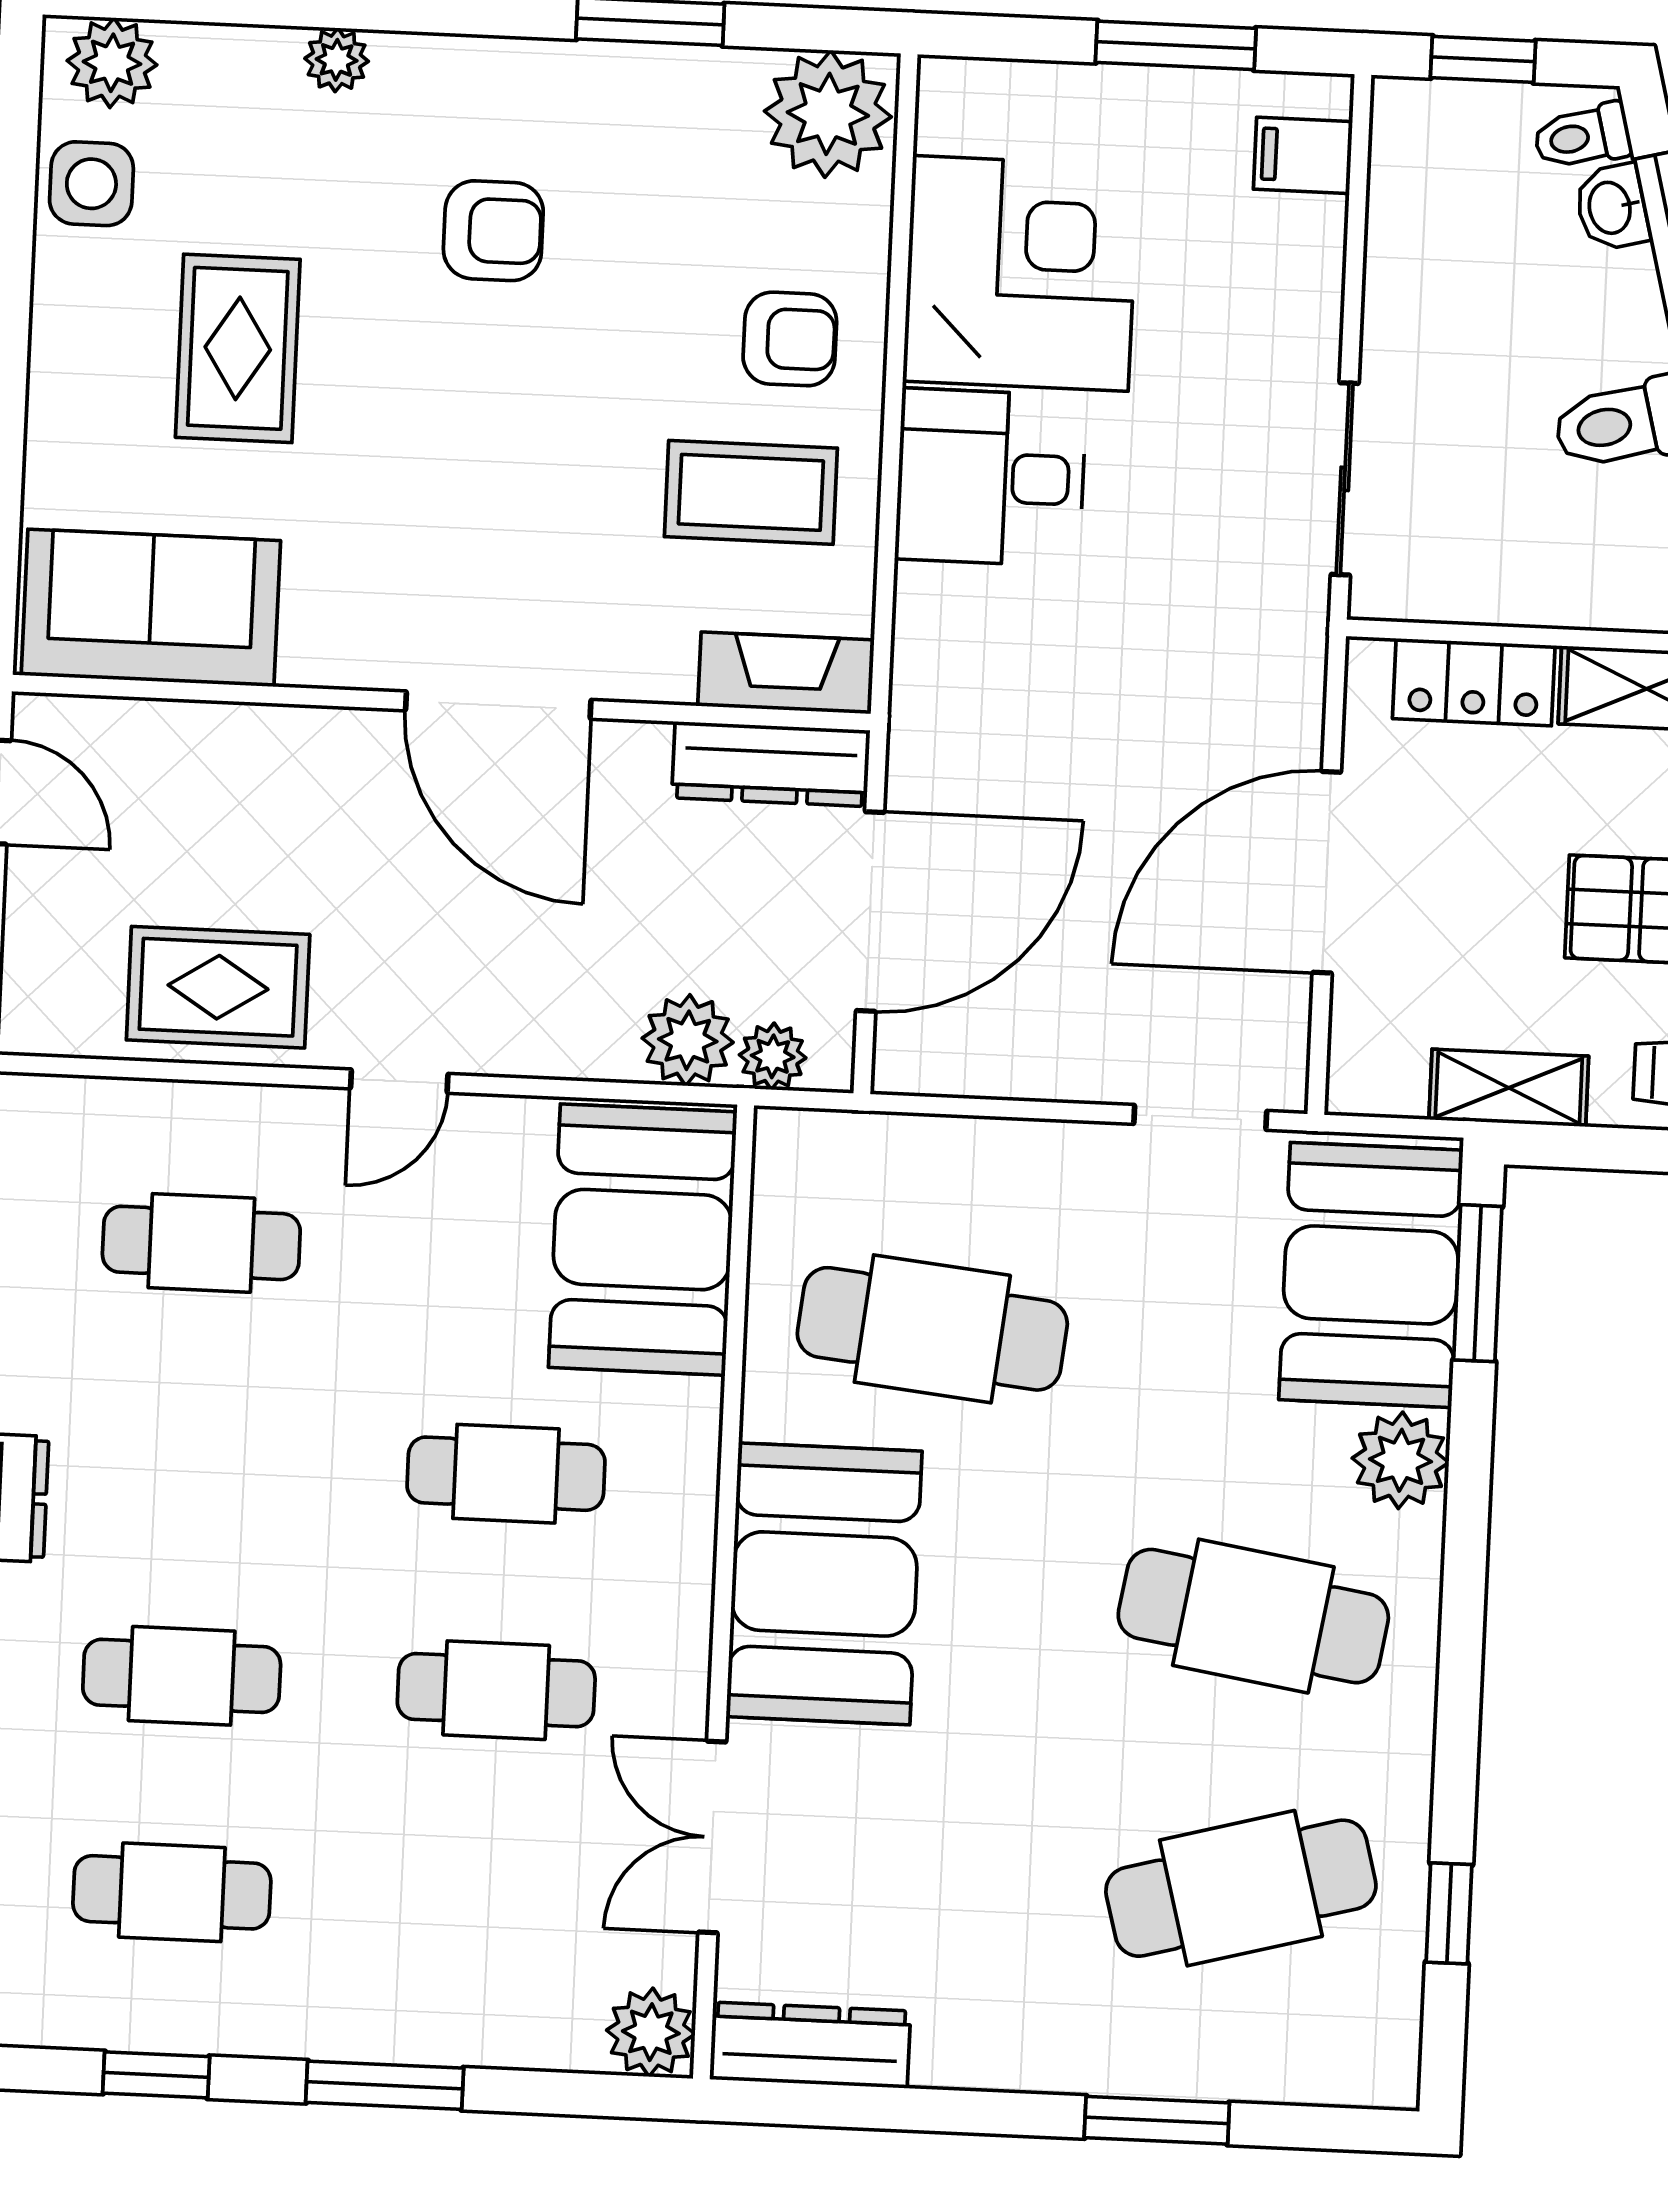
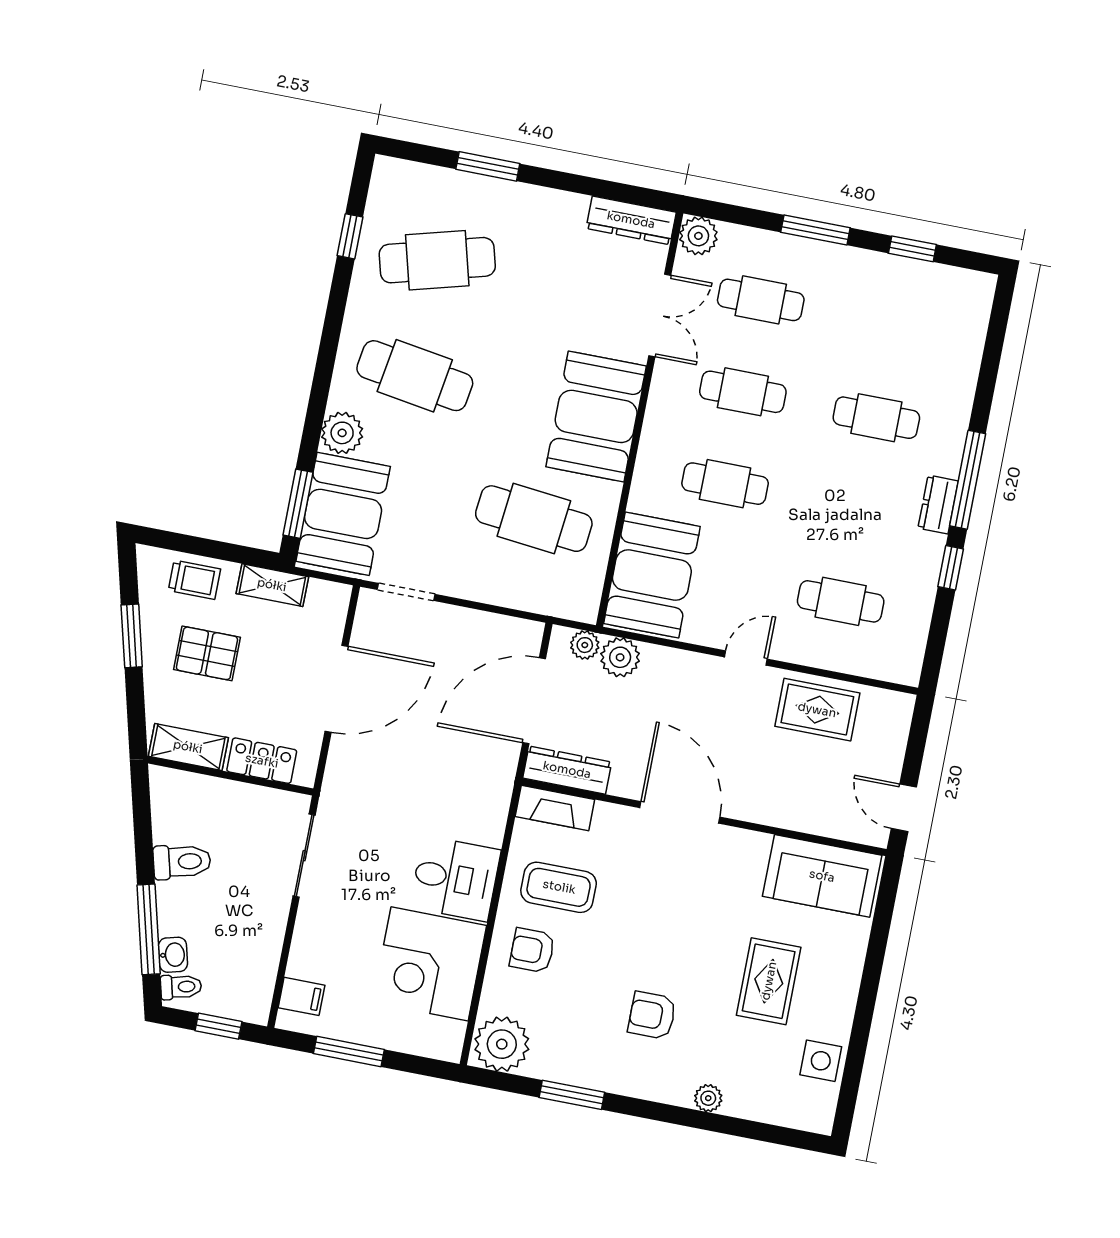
plant: (112, 63) -> (804, 1111), removed
cafe table: (172, 1892) -> (761, 300), moved

